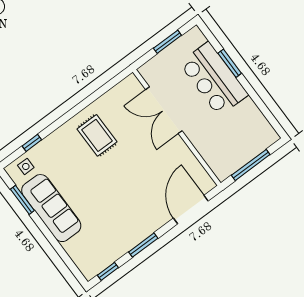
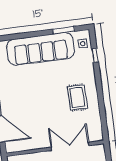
rug: (97, 135) -> (77, 97), turned 90
sofa: (51, 208) -> (41, 49), width x1.36, depth x1.27

